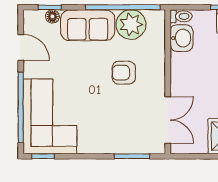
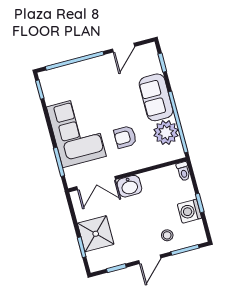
floor lamp: (52, 16) -> (156, 67), removed
washbasin: (181, 38) -> (129, 186), moved
armchair: (124, 73) -> (125, 137), turned -90
corner sofa: (50, 116) -> (76, 132), moved, turned -90

